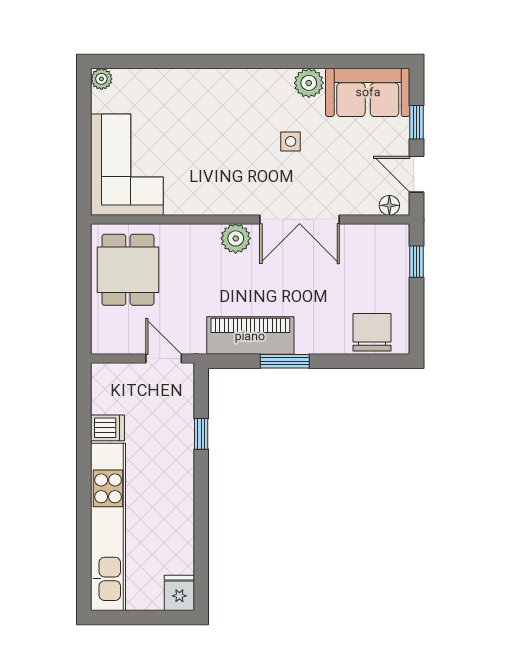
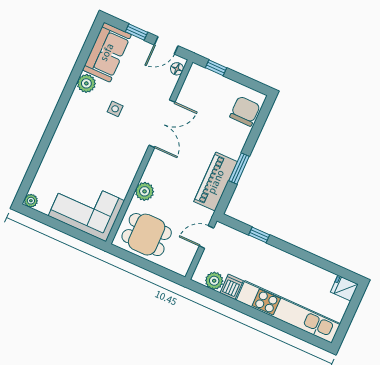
plant: (236, 238) -> (145, 191), moved
chair: (372, 332) -> (245, 111), turned 90
plant: (105, 398) -> (214, 281), added

